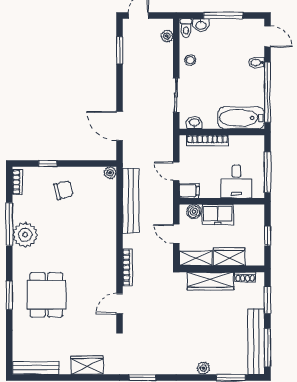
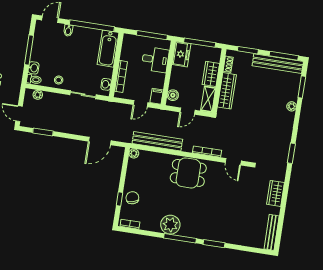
chair: (63, 190) -> (132, 198), moved
freezer: (218, 214) -> (181, 54), moved
window: (9, 224) -> (180, 238), moved
window: (267, 236) -> (200, 43), width x2.17
dining table: (46, 295) -> (188, 173), moved

